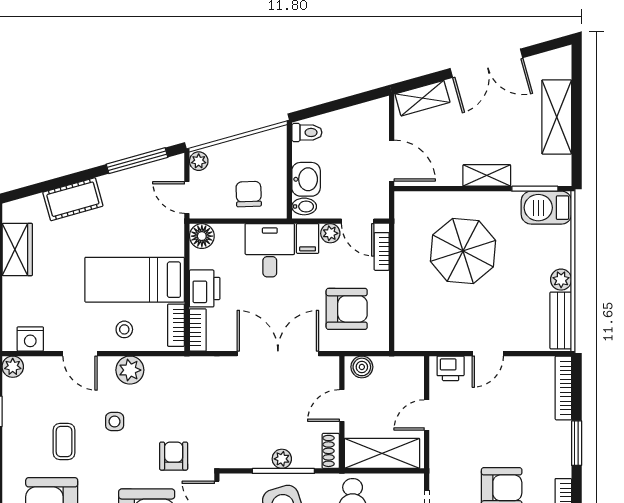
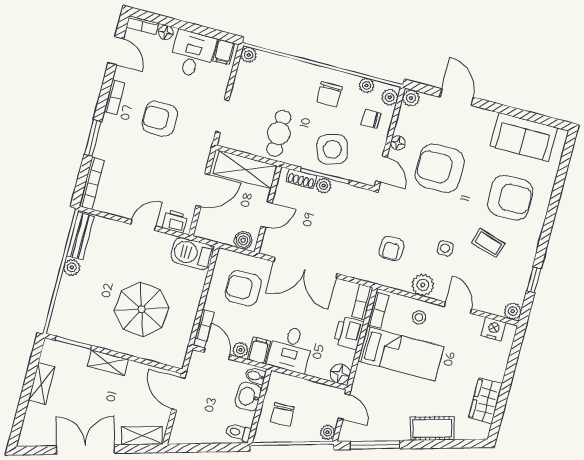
shelving: (557, 117) -> (42, 384), width x0.67, depth x0.75
chair: (249, 194) -> (283, 414), moved
barbecue: (546, 208) -> (192, 254), moved, turned 180
door: (427, 415) -> (203, 190), width x1.38
coffee table: (64, 441) -> (488, 243), turned -73
shoe rack: (331, 451) -> (301, 179), moved, turned 90
armchair: (174, 456) -> (391, 248), moved

